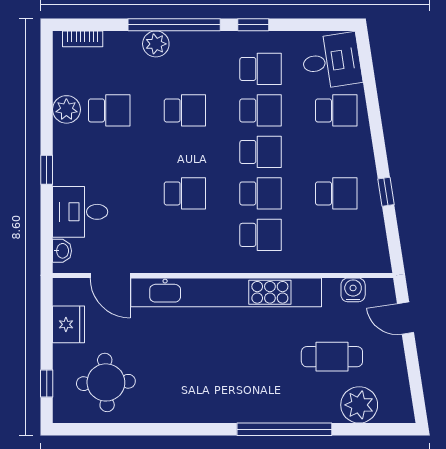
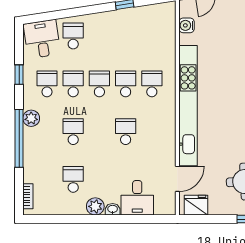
window: (253, 25) -> (19, 75), moved
plant: (156, 44) -> (31, 118), moved
plant: (66, 109) -> (95, 206), moved
window: (47, 170) -> (111, 219), removed
school desk: (336, 193) -> (126, 36), removed
washbasin: (62, 251) -> (113, 209), moved
fridge: (69, 324) -> (196, 205), moved
cafe table: (332, 357) -> (229, 39), removed

